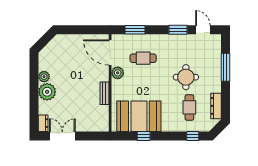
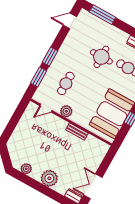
window: (178, 30) -> (50, 57), moved
door: (110, 52) -> (46, 108), width x0.53
window: (225, 67) -> (103, 15), moved
plant: (44, 77) -> (26, 169), moved

